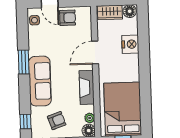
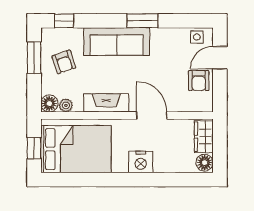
nightstand: (130, 44) -> (141, 162), moved

